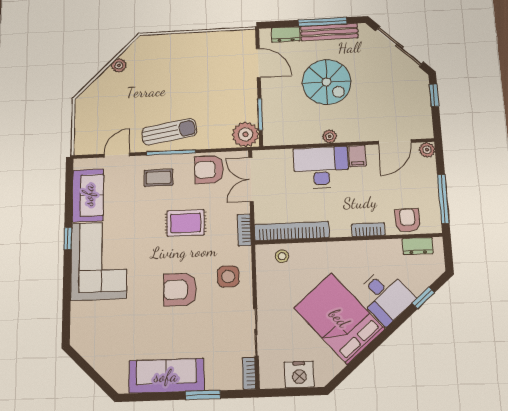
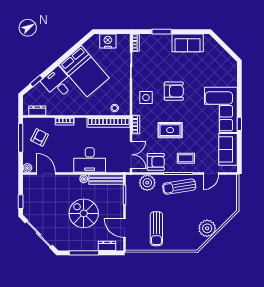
bench: (329, 32) -> (106, 180), moved
plant: (119, 65) -> (207, 228), width x1.87, depth x1.87
sun lounger: (206, 65) -> (156, 229), added
plant: (245, 134) -> (147, 183), moved
door: (395, 142) -> (46, 174), hinge flipped
filing cabinet: (357, 156) -> (68, 166), removed
armchair: (407, 220) -> (40, 137), moved, turned -151
sofa: (166, 376) -> (188, 43), width x0.73

